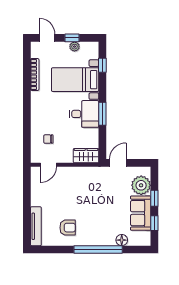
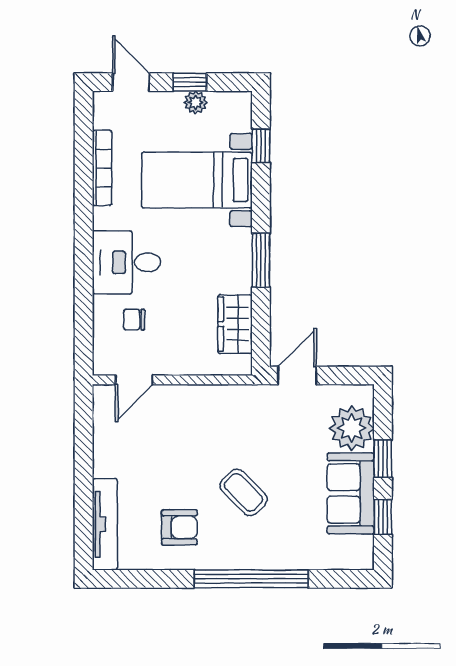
desk: (84, 114) -> (126, 262), moved, turned 180
wardrobe: (86, 156) -> (235, 324), moved, turned -90
coffee table: (95, 213) -> (244, 492), added
floor lamp: (122, 240) -> (306, 557), removed

